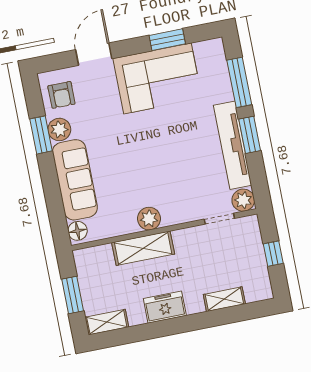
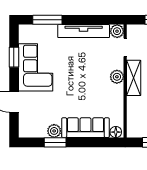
armchair: (61, 95) -> (34, 126), removed
window: (250, 135) -> (79, 20), removed
plant: (149, 219) -> (117, 77), moved
shelving: (143, 248) -> (134, 78), moved

